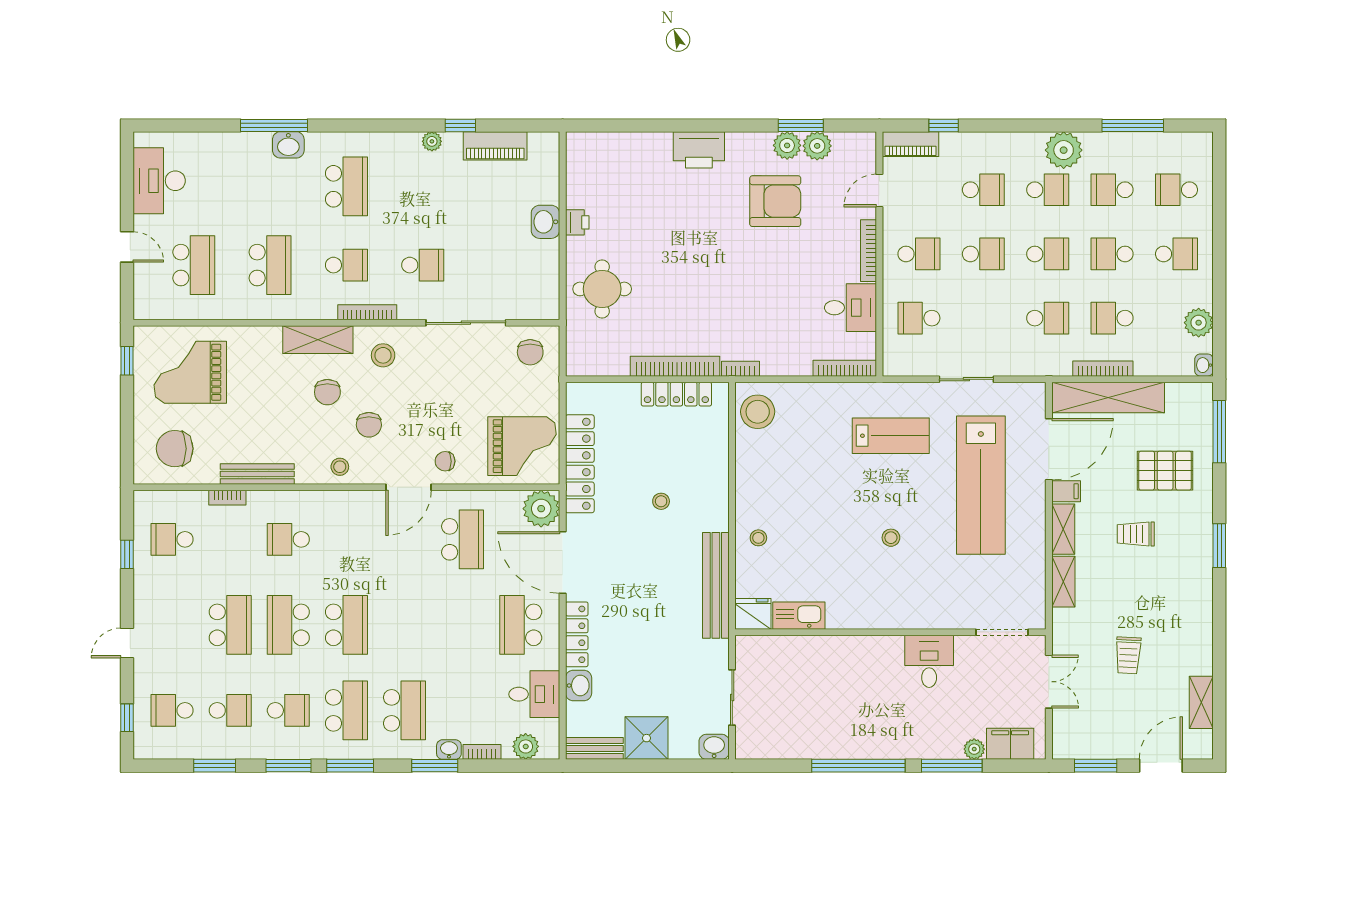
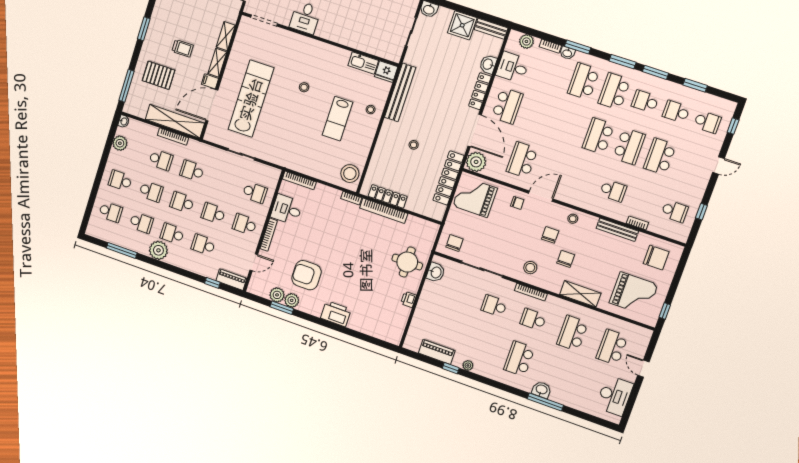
washbasin: (545, 222) -> (436, 272), moved
shelving: (318, 340) -> (580, 294), moved
lab bench: (891, 436) -> (338, 119), moved, turned -90

